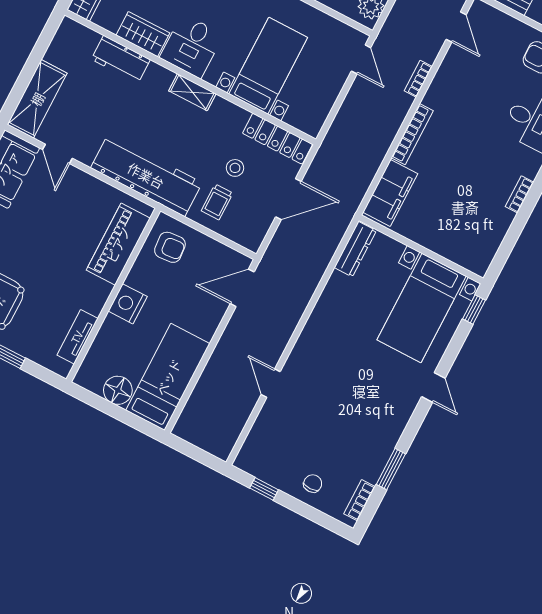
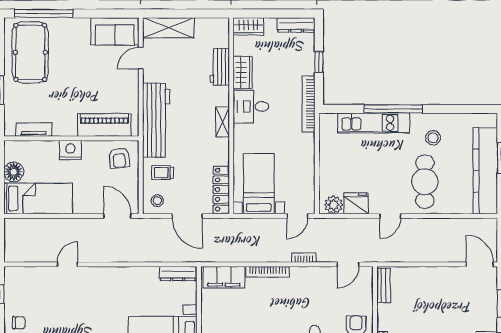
bed with nightstands: (268, 66) -> (259, 184), moved, turned -90
stool: (235, 168) -> (157, 201), moved

